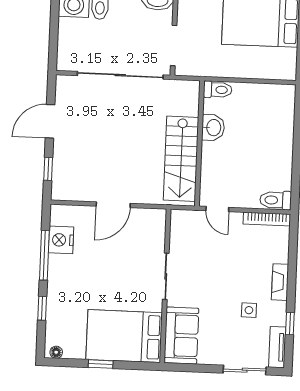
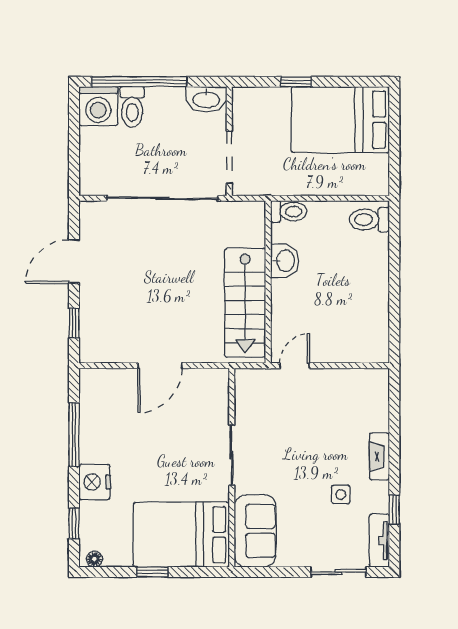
toilet: (276, 200) -> (369, 220), moved
door: (217, 209) -> (295, 366), swing flipped
bookcase: (267, 219) -> (359, 376), removed
nightstand: (61, 240) -> (95, 482), moved
window: (42, 308) -> (74, 523), moved

